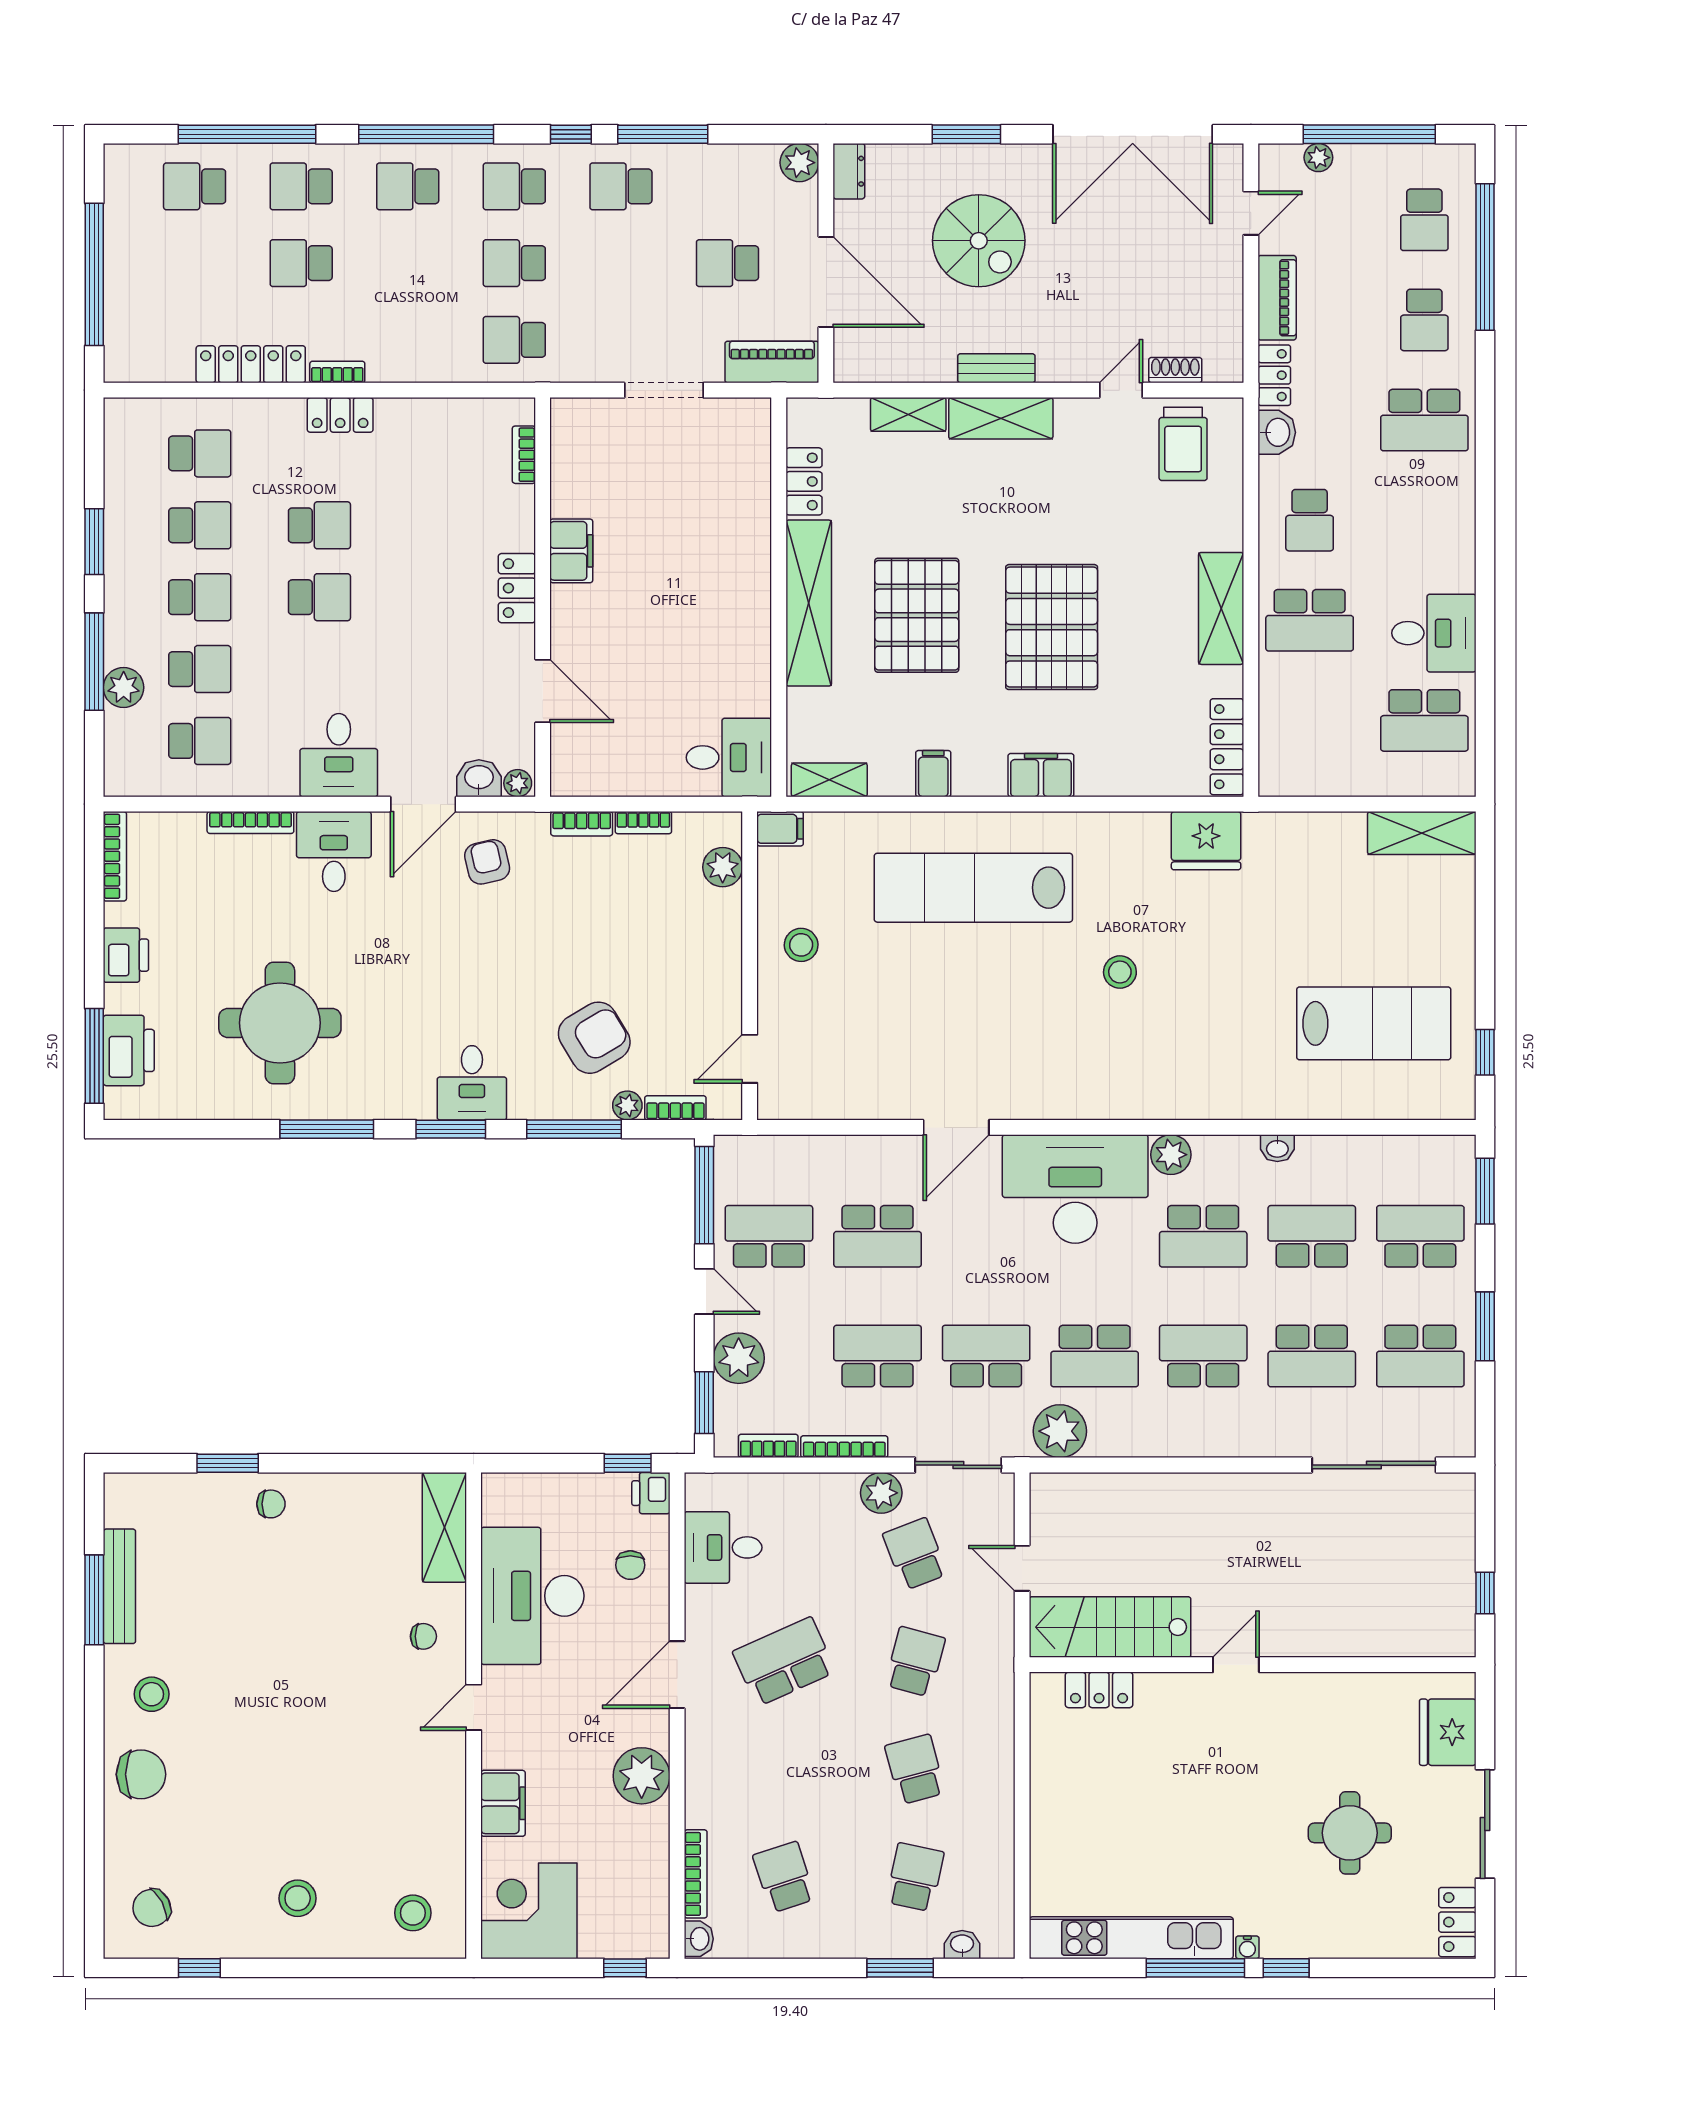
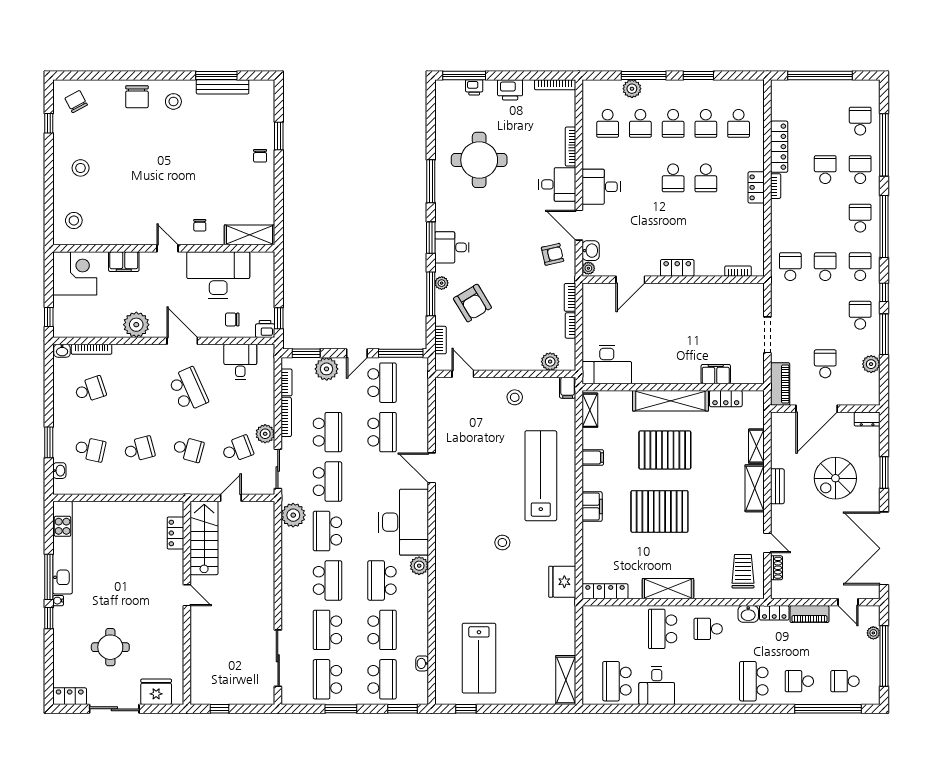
plant: (799, 163) -> (871, 364), moved
trolley: (1183, 444) -> (743, 571), turned 90
filing cabinet: (571, 551) -> (716, 374), moved, turned 180
desk: (729, 757) -> (607, 364), width x1.37
printer: (129, 1050) -> (474, 87), width x0.53, depth x0.68
plant: (627, 1105) -> (442, 283), moved
washbasin: (1277, 1148) -> (422, 663), moved
school desk: (878, 1236) -> (382, 432), turned 180

